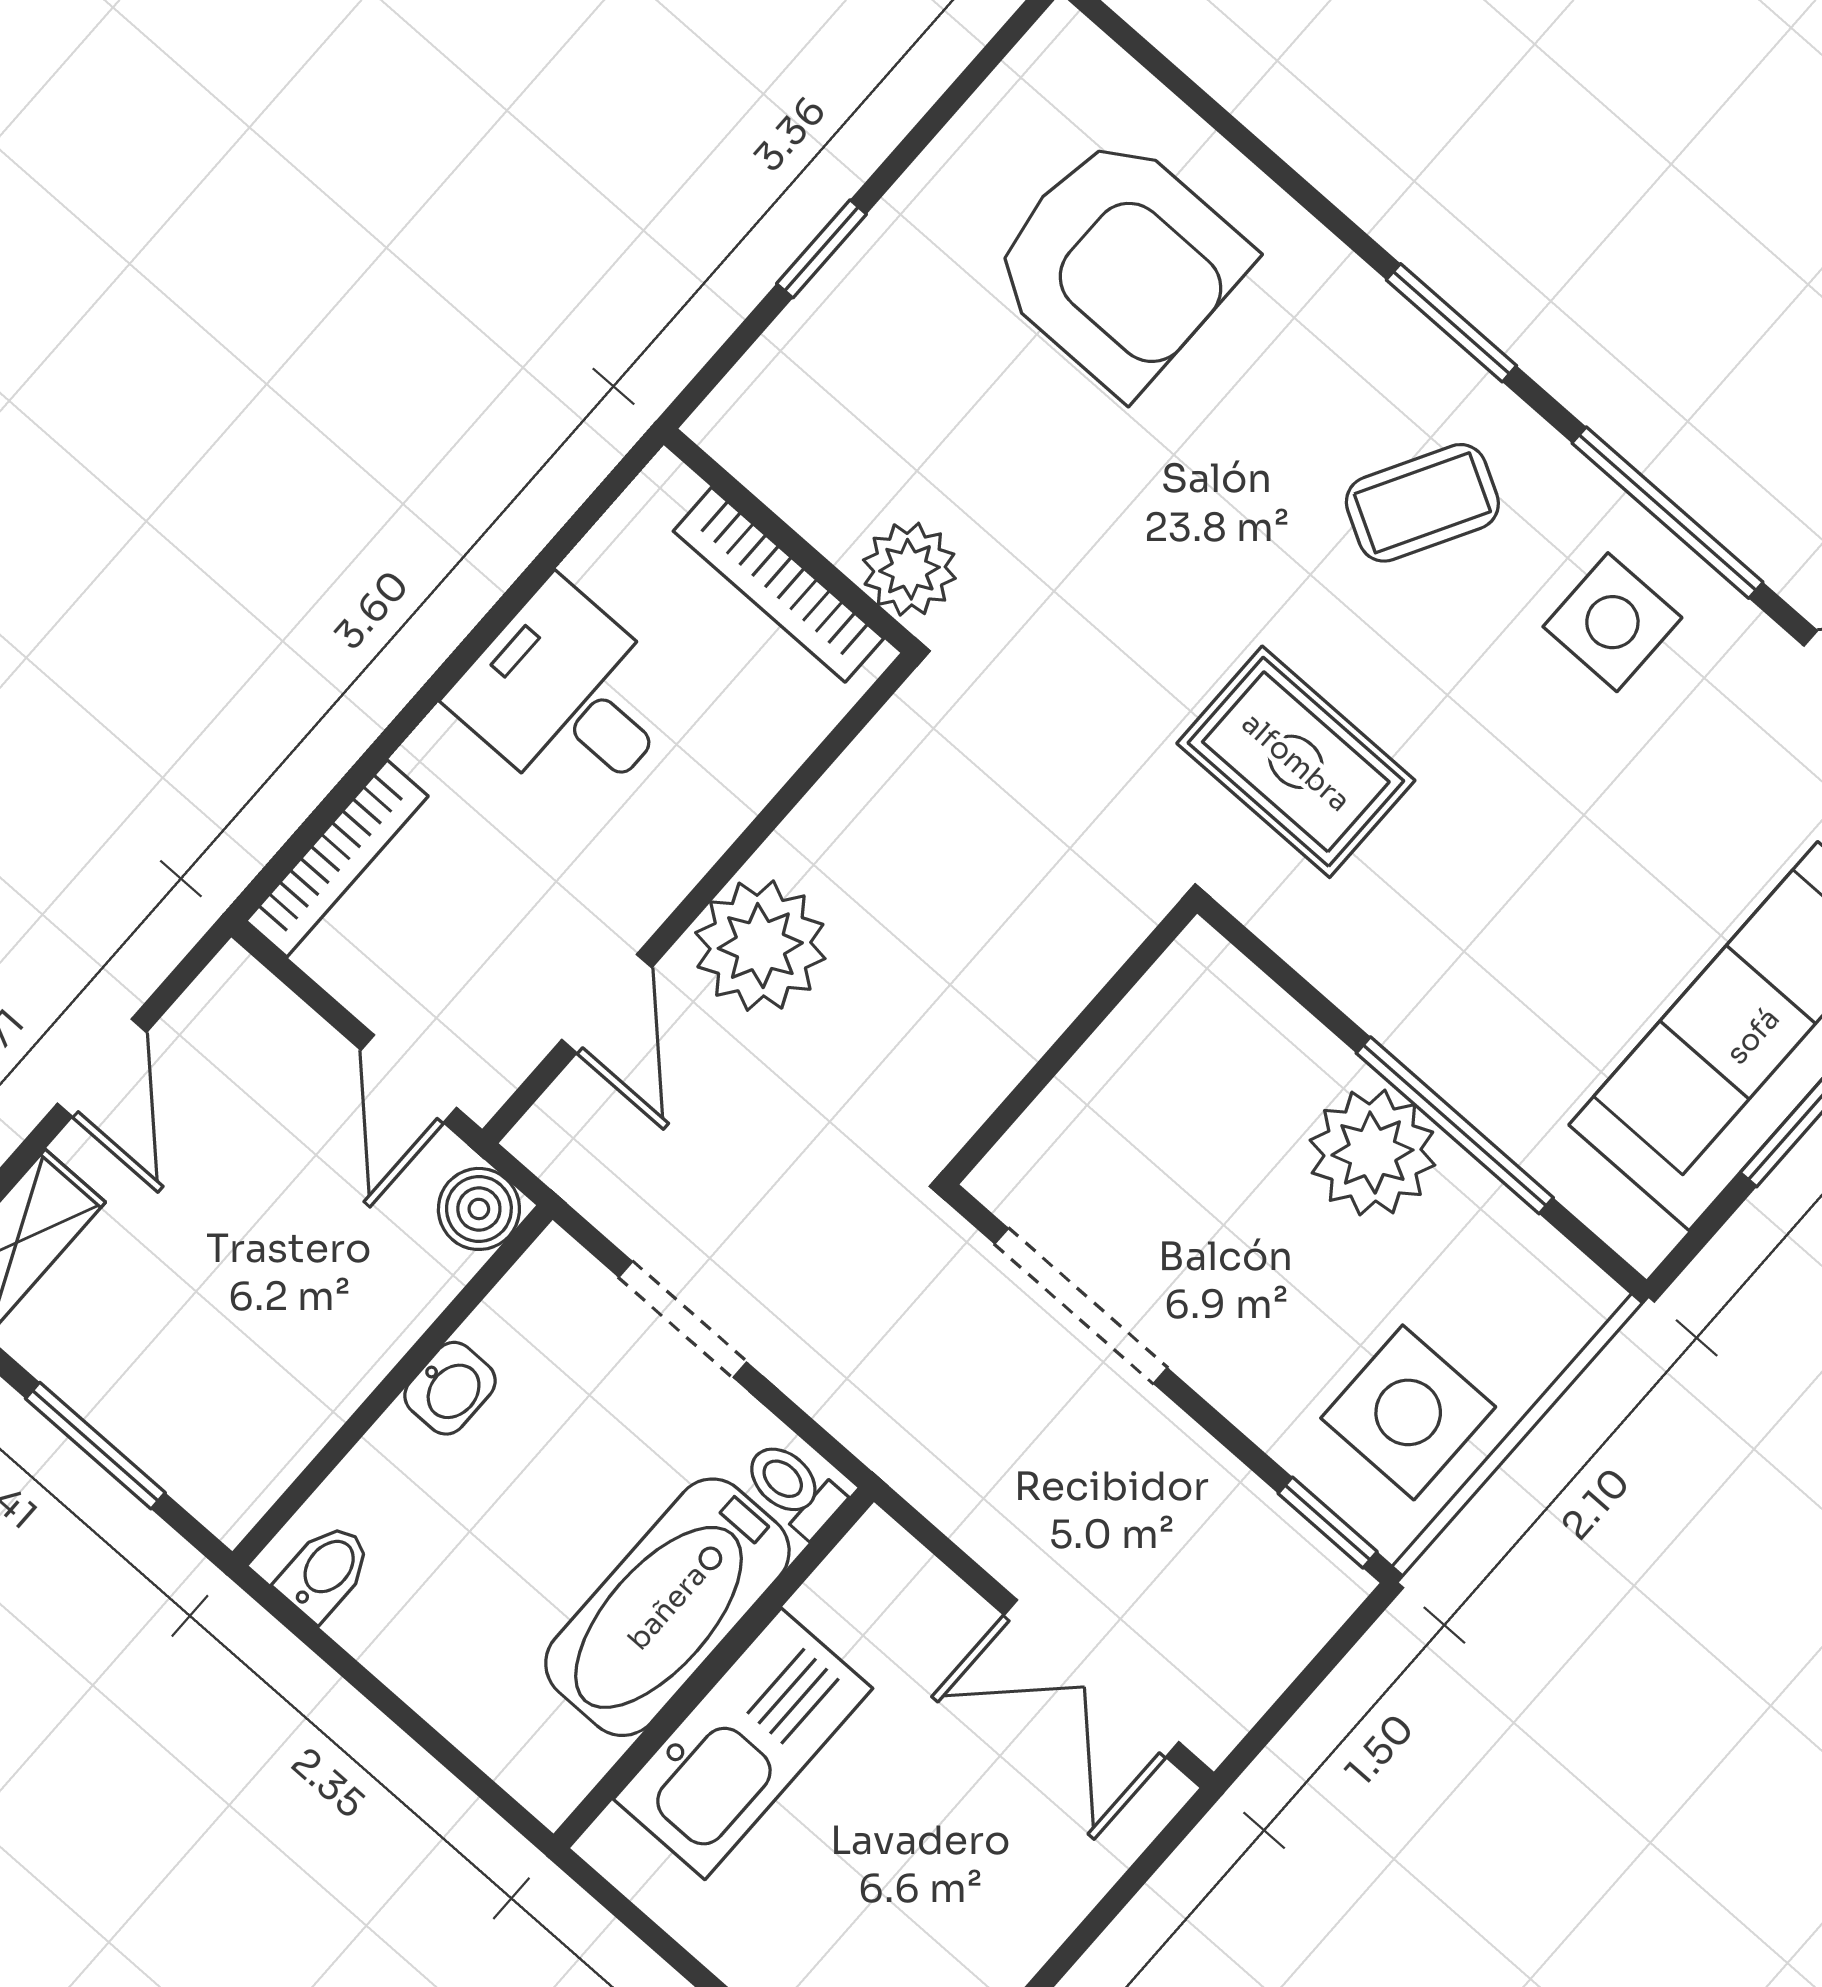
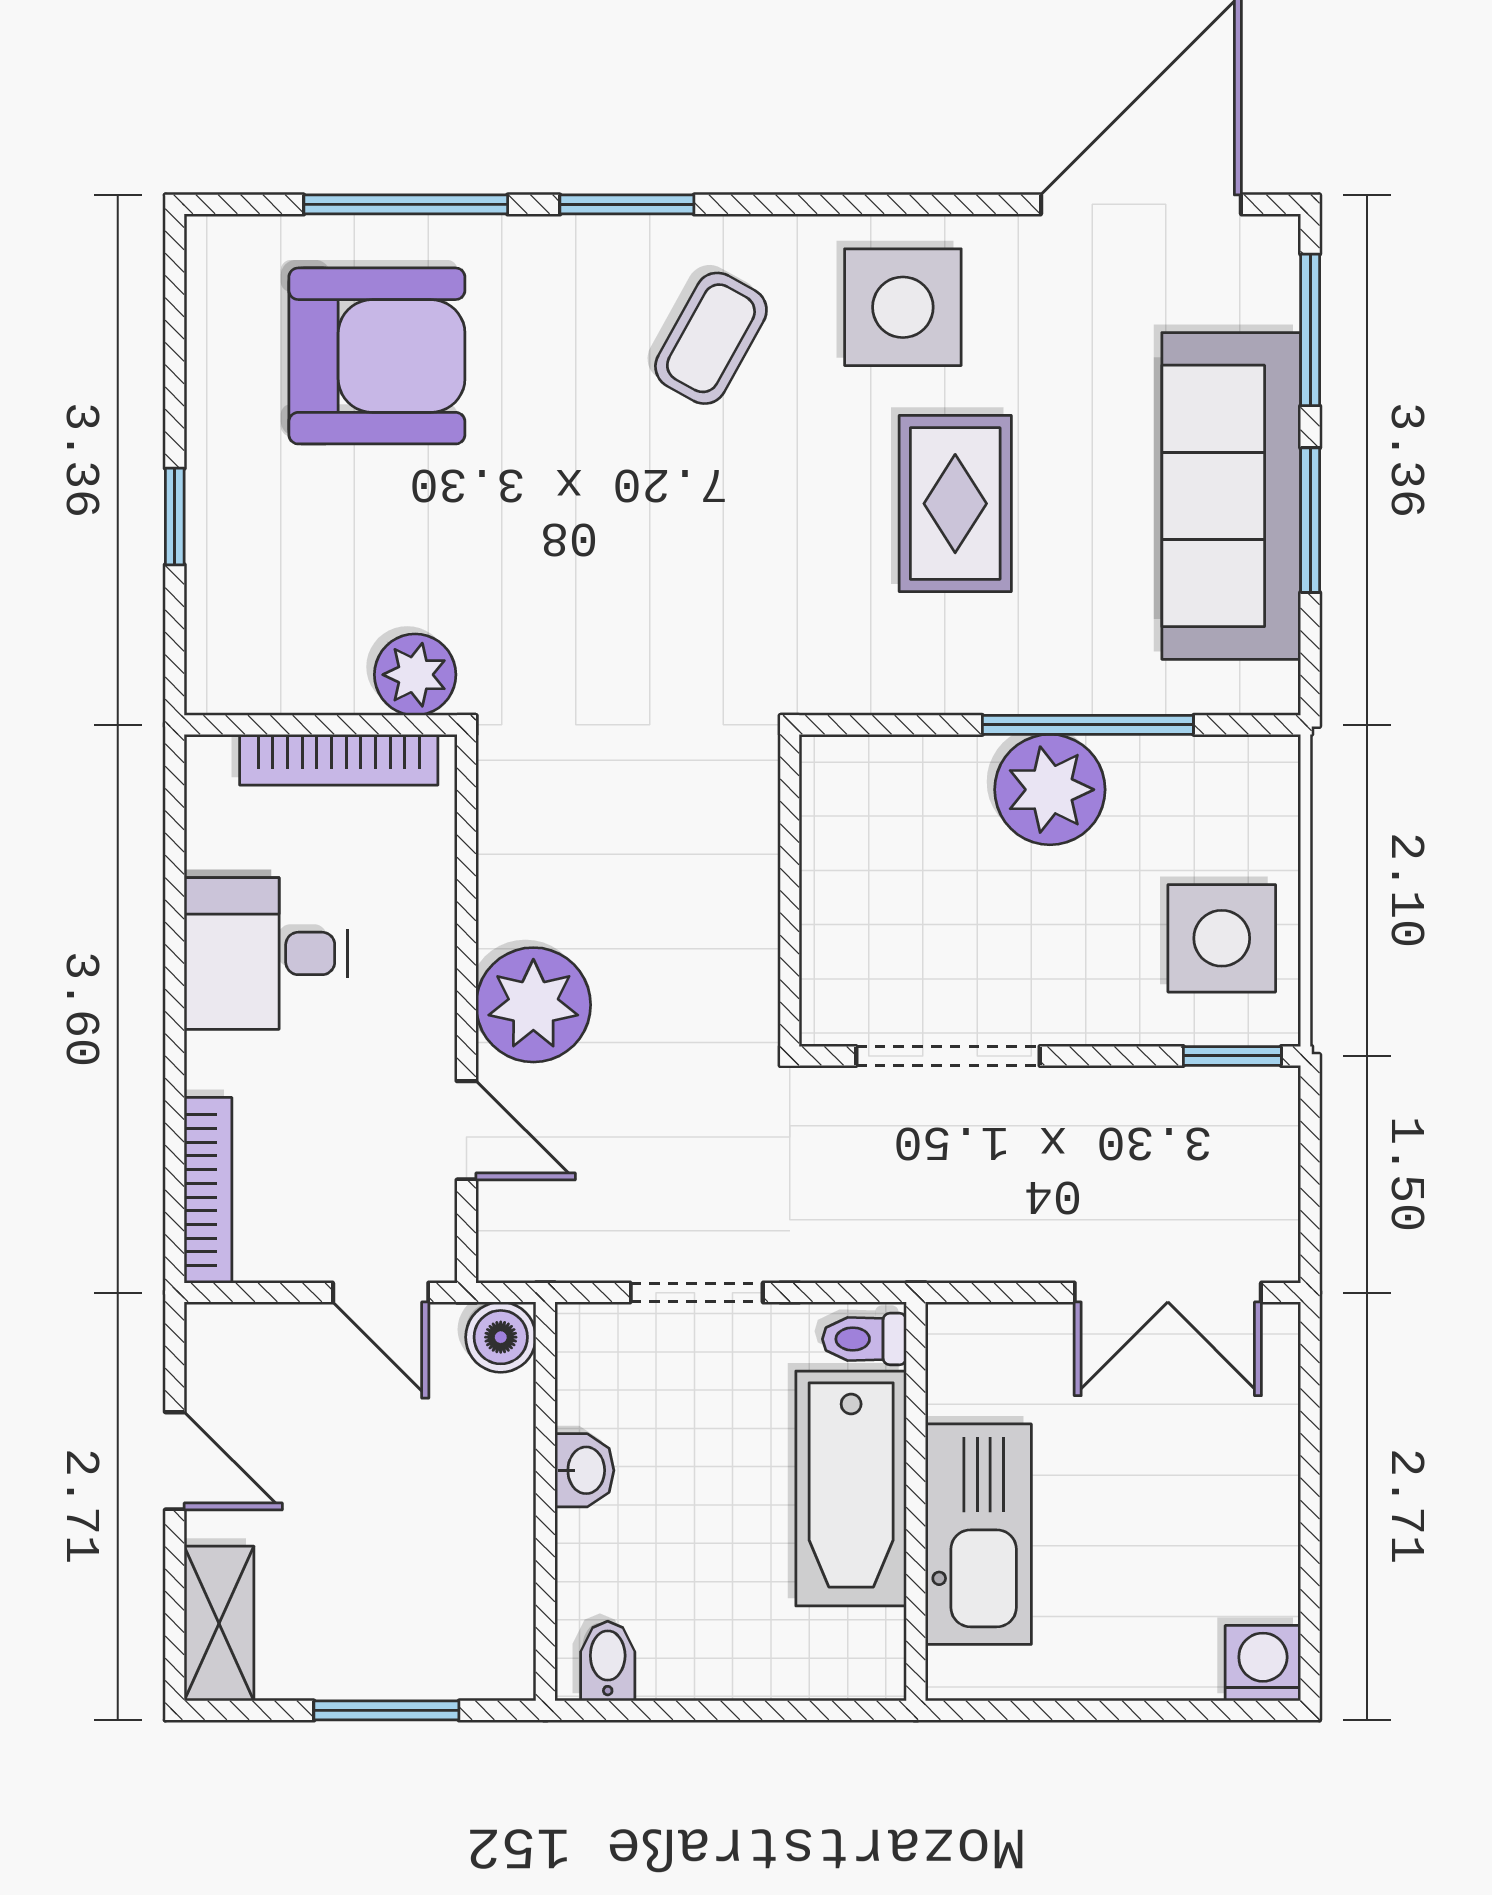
window: (1667, 513) -> (406, 204), moved
side table: (1612, 622) -> (903, 307), width x1.37, depth x1.37
rug: (1296, 762) -> (955, 504), moved, turned 90

